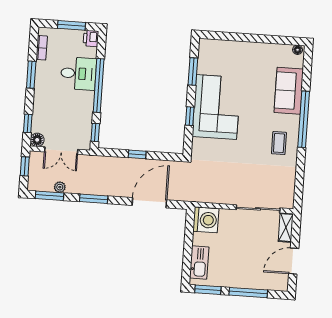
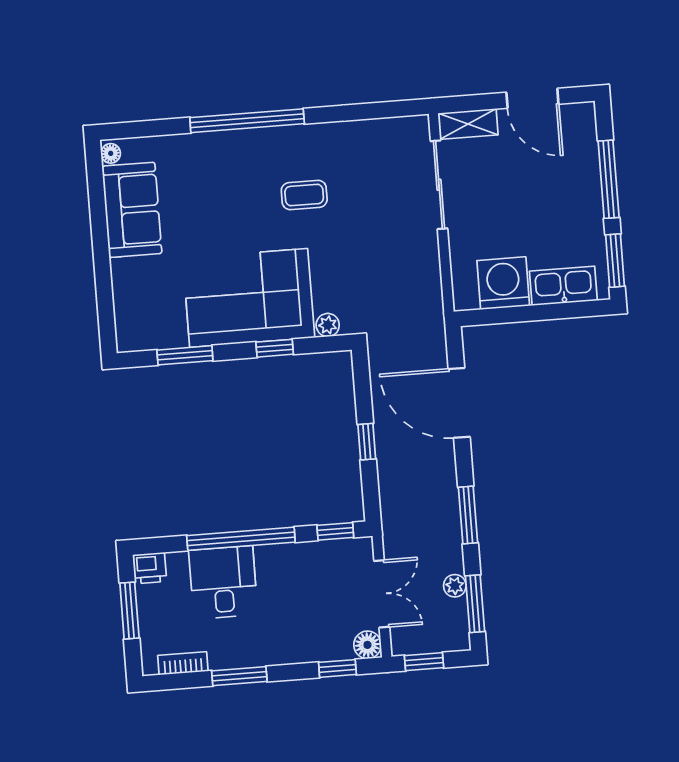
sofa: (289, 91) -> (132, 210), moved, turned -90
coffee table: (279, 143) -> (304, 195), moved
plant: (197, 144) -> (328, 325), added
washing machine: (206, 220) -> (503, 283), moved

